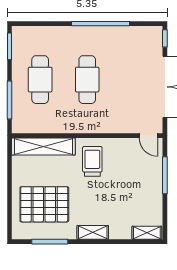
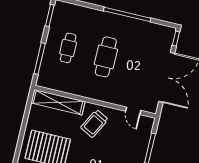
cafe table: (40, 80) -> (68, 48), width x0.73, depth x0.74
door: (148, 136) -> (133, 111), moved
trolley: (92, 161) -> (94, 123), turned -152

